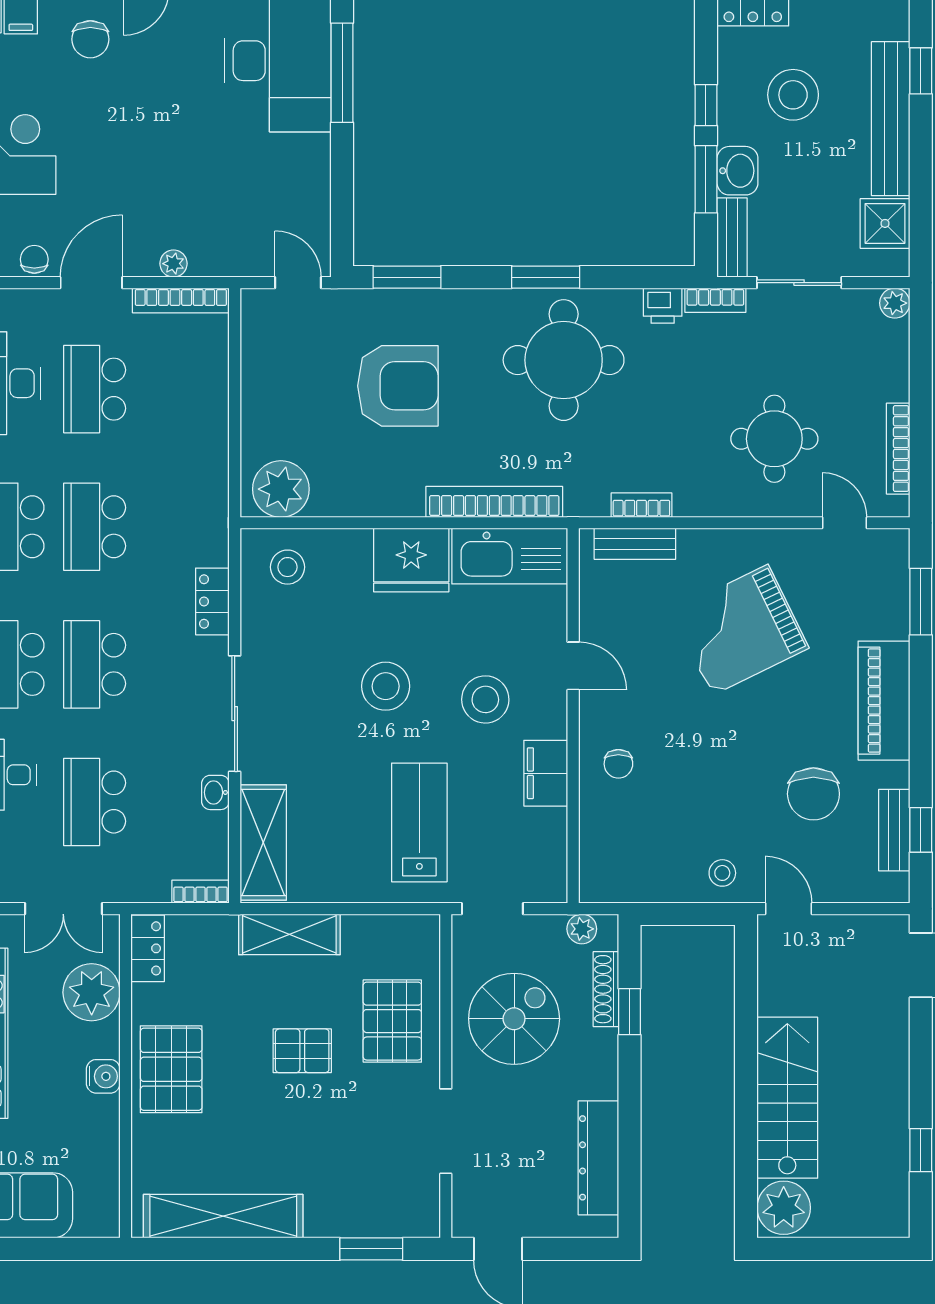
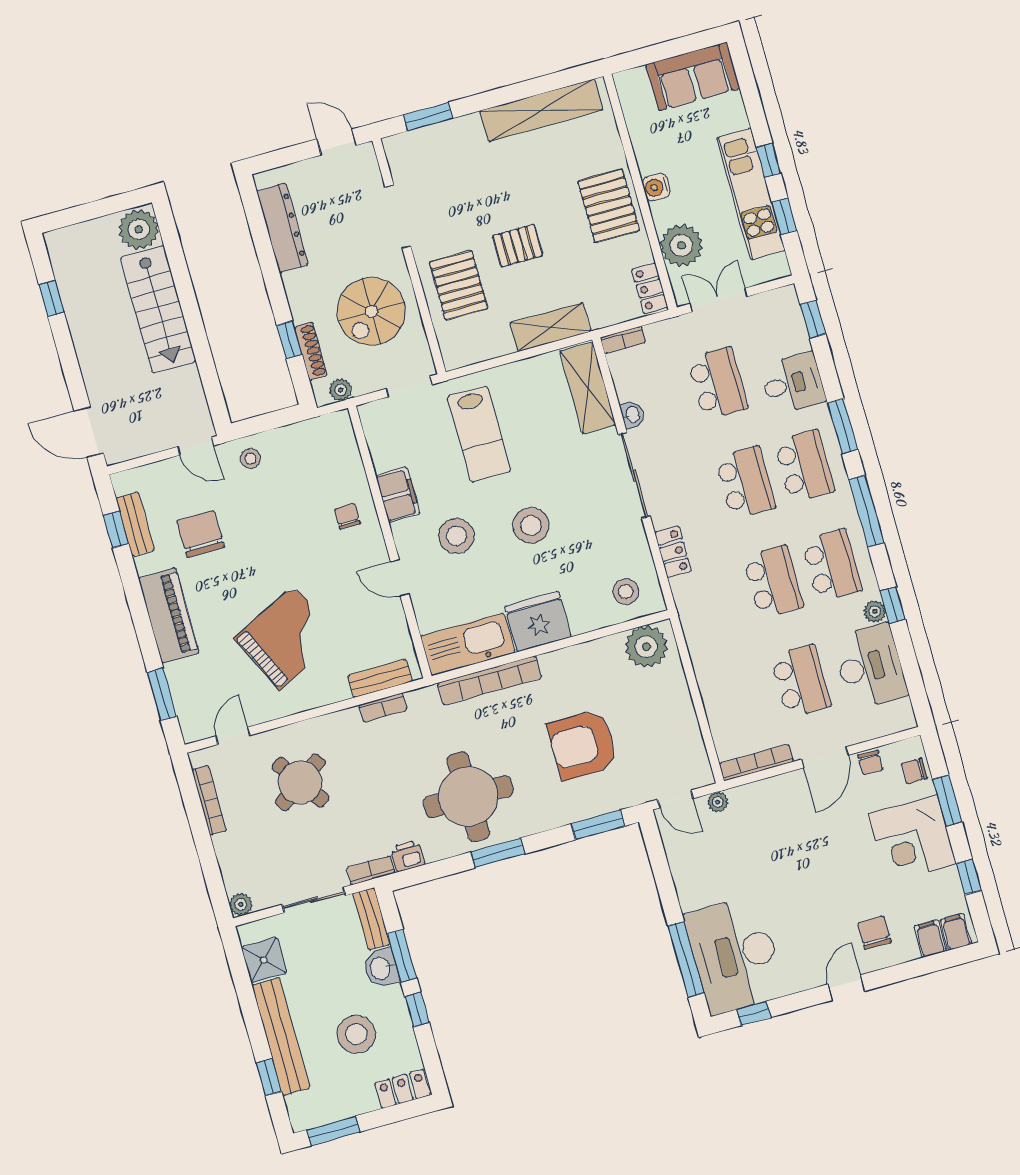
plant: (173, 264) -> (718, 802), moved
round table: (774, 439) -> (300, 782), turned -35
door: (844, 523) -> (233, 736), swing flipped

